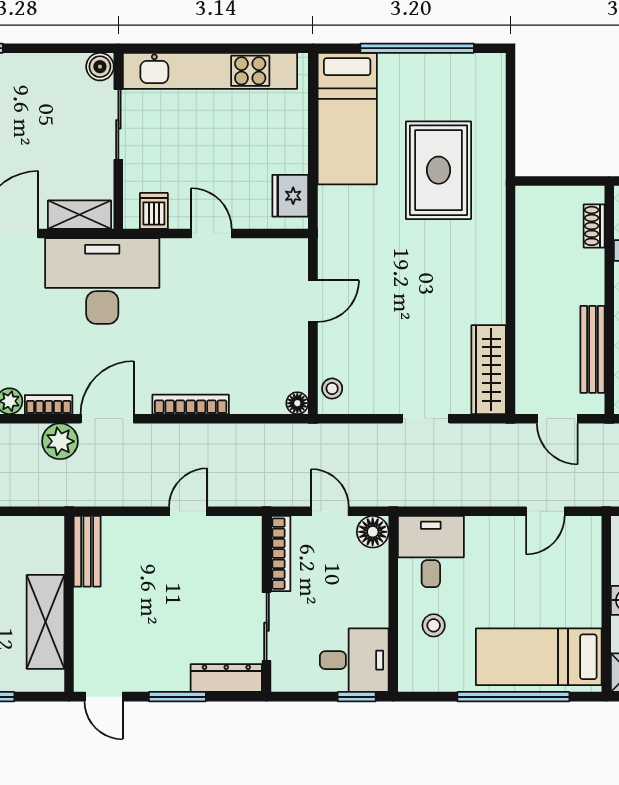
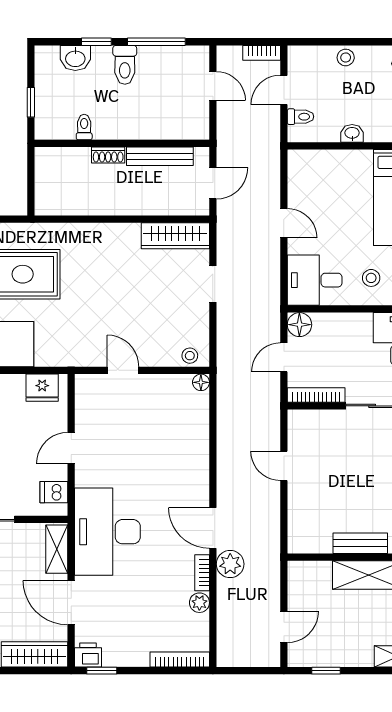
shoe rack: (594, 226) -> (108, 155), moved
bookcase: (191, 404) -> (202, 464), removed
door: (545, 511) -> (284, 223), moved
bench: (87, 551) -> (360, 543), moved

